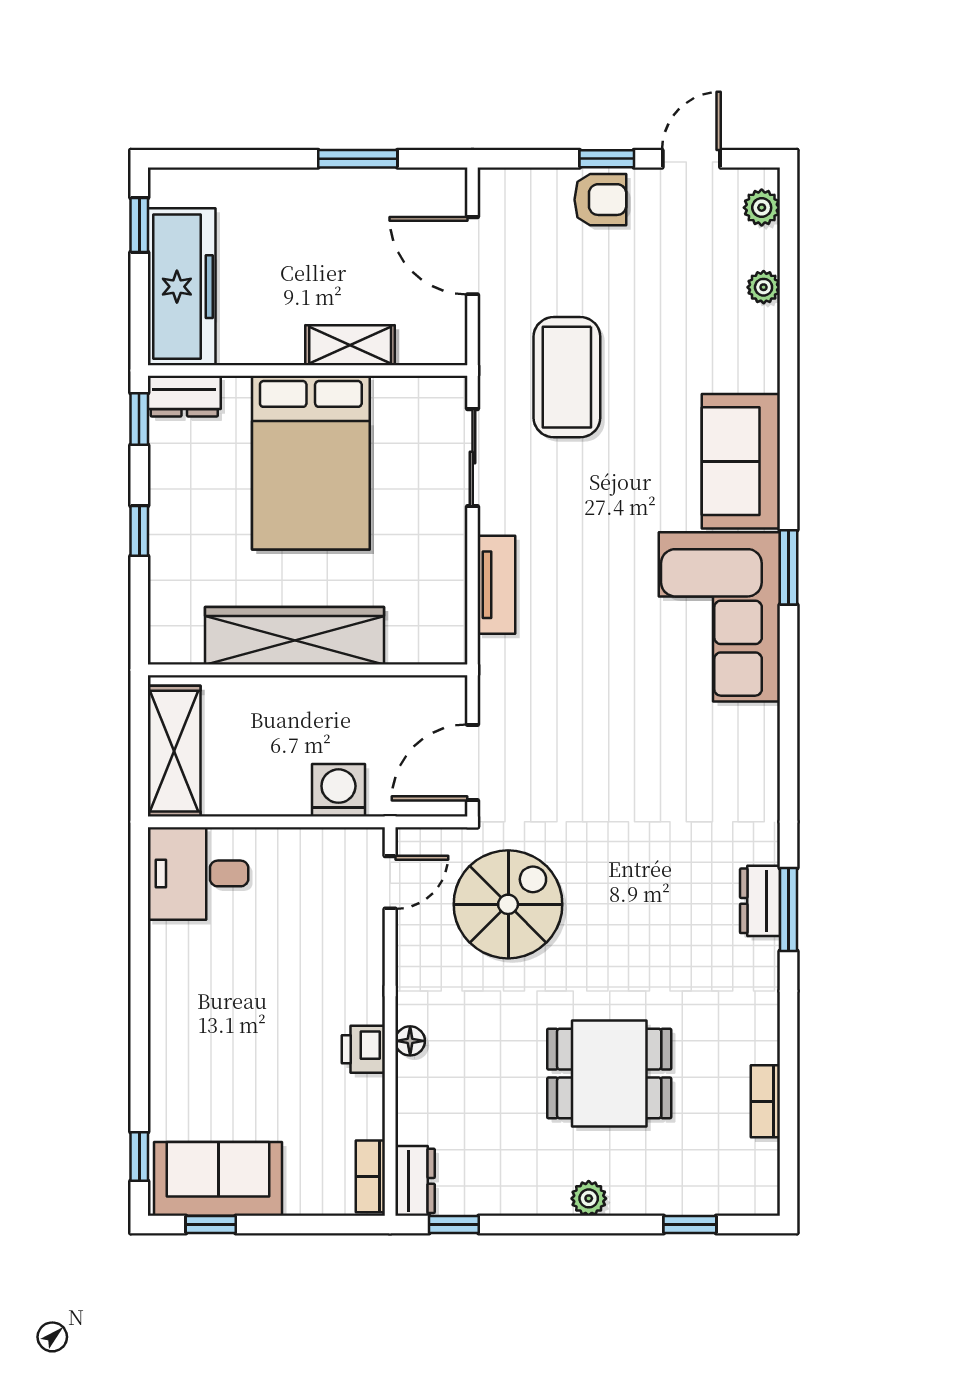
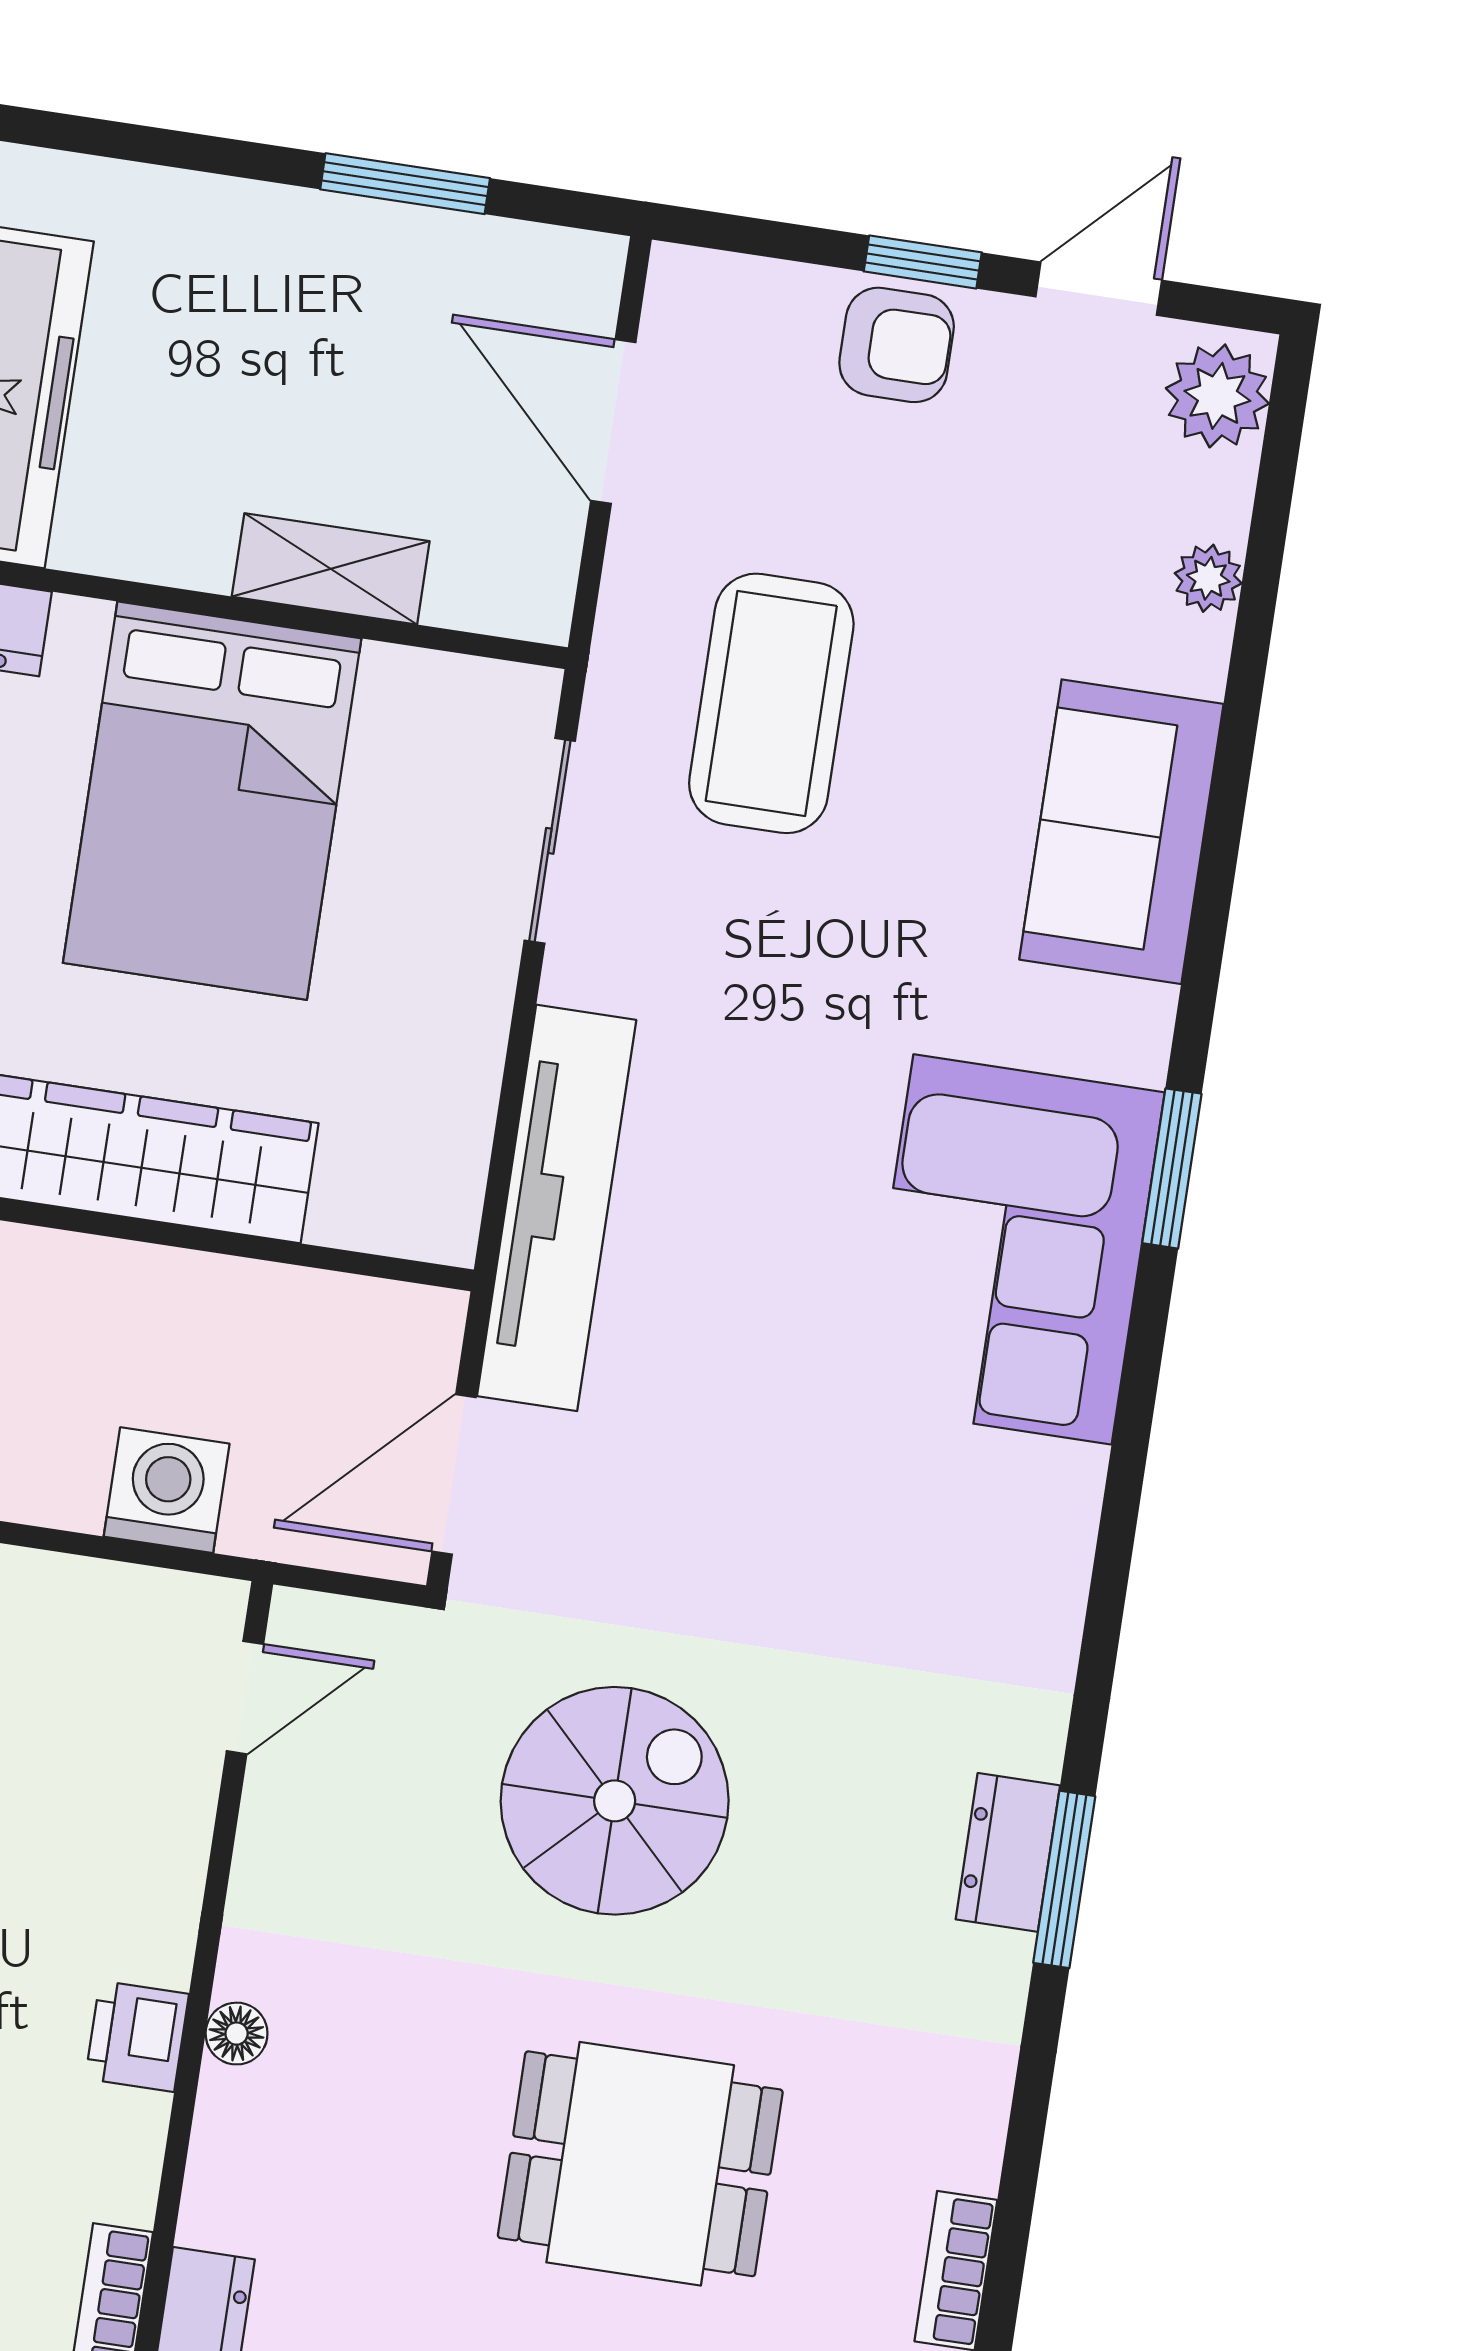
plant: (762, 208) -> (1217, 396), width x1.38, depth x1.38
sofa: (741, 461) -> (1121, 832), moved
tv unit: (496, 585) -> (557, 1208), width x1.92, depth x1.29
spiral stairs: (508, 904) -> (615, 1801), moved

